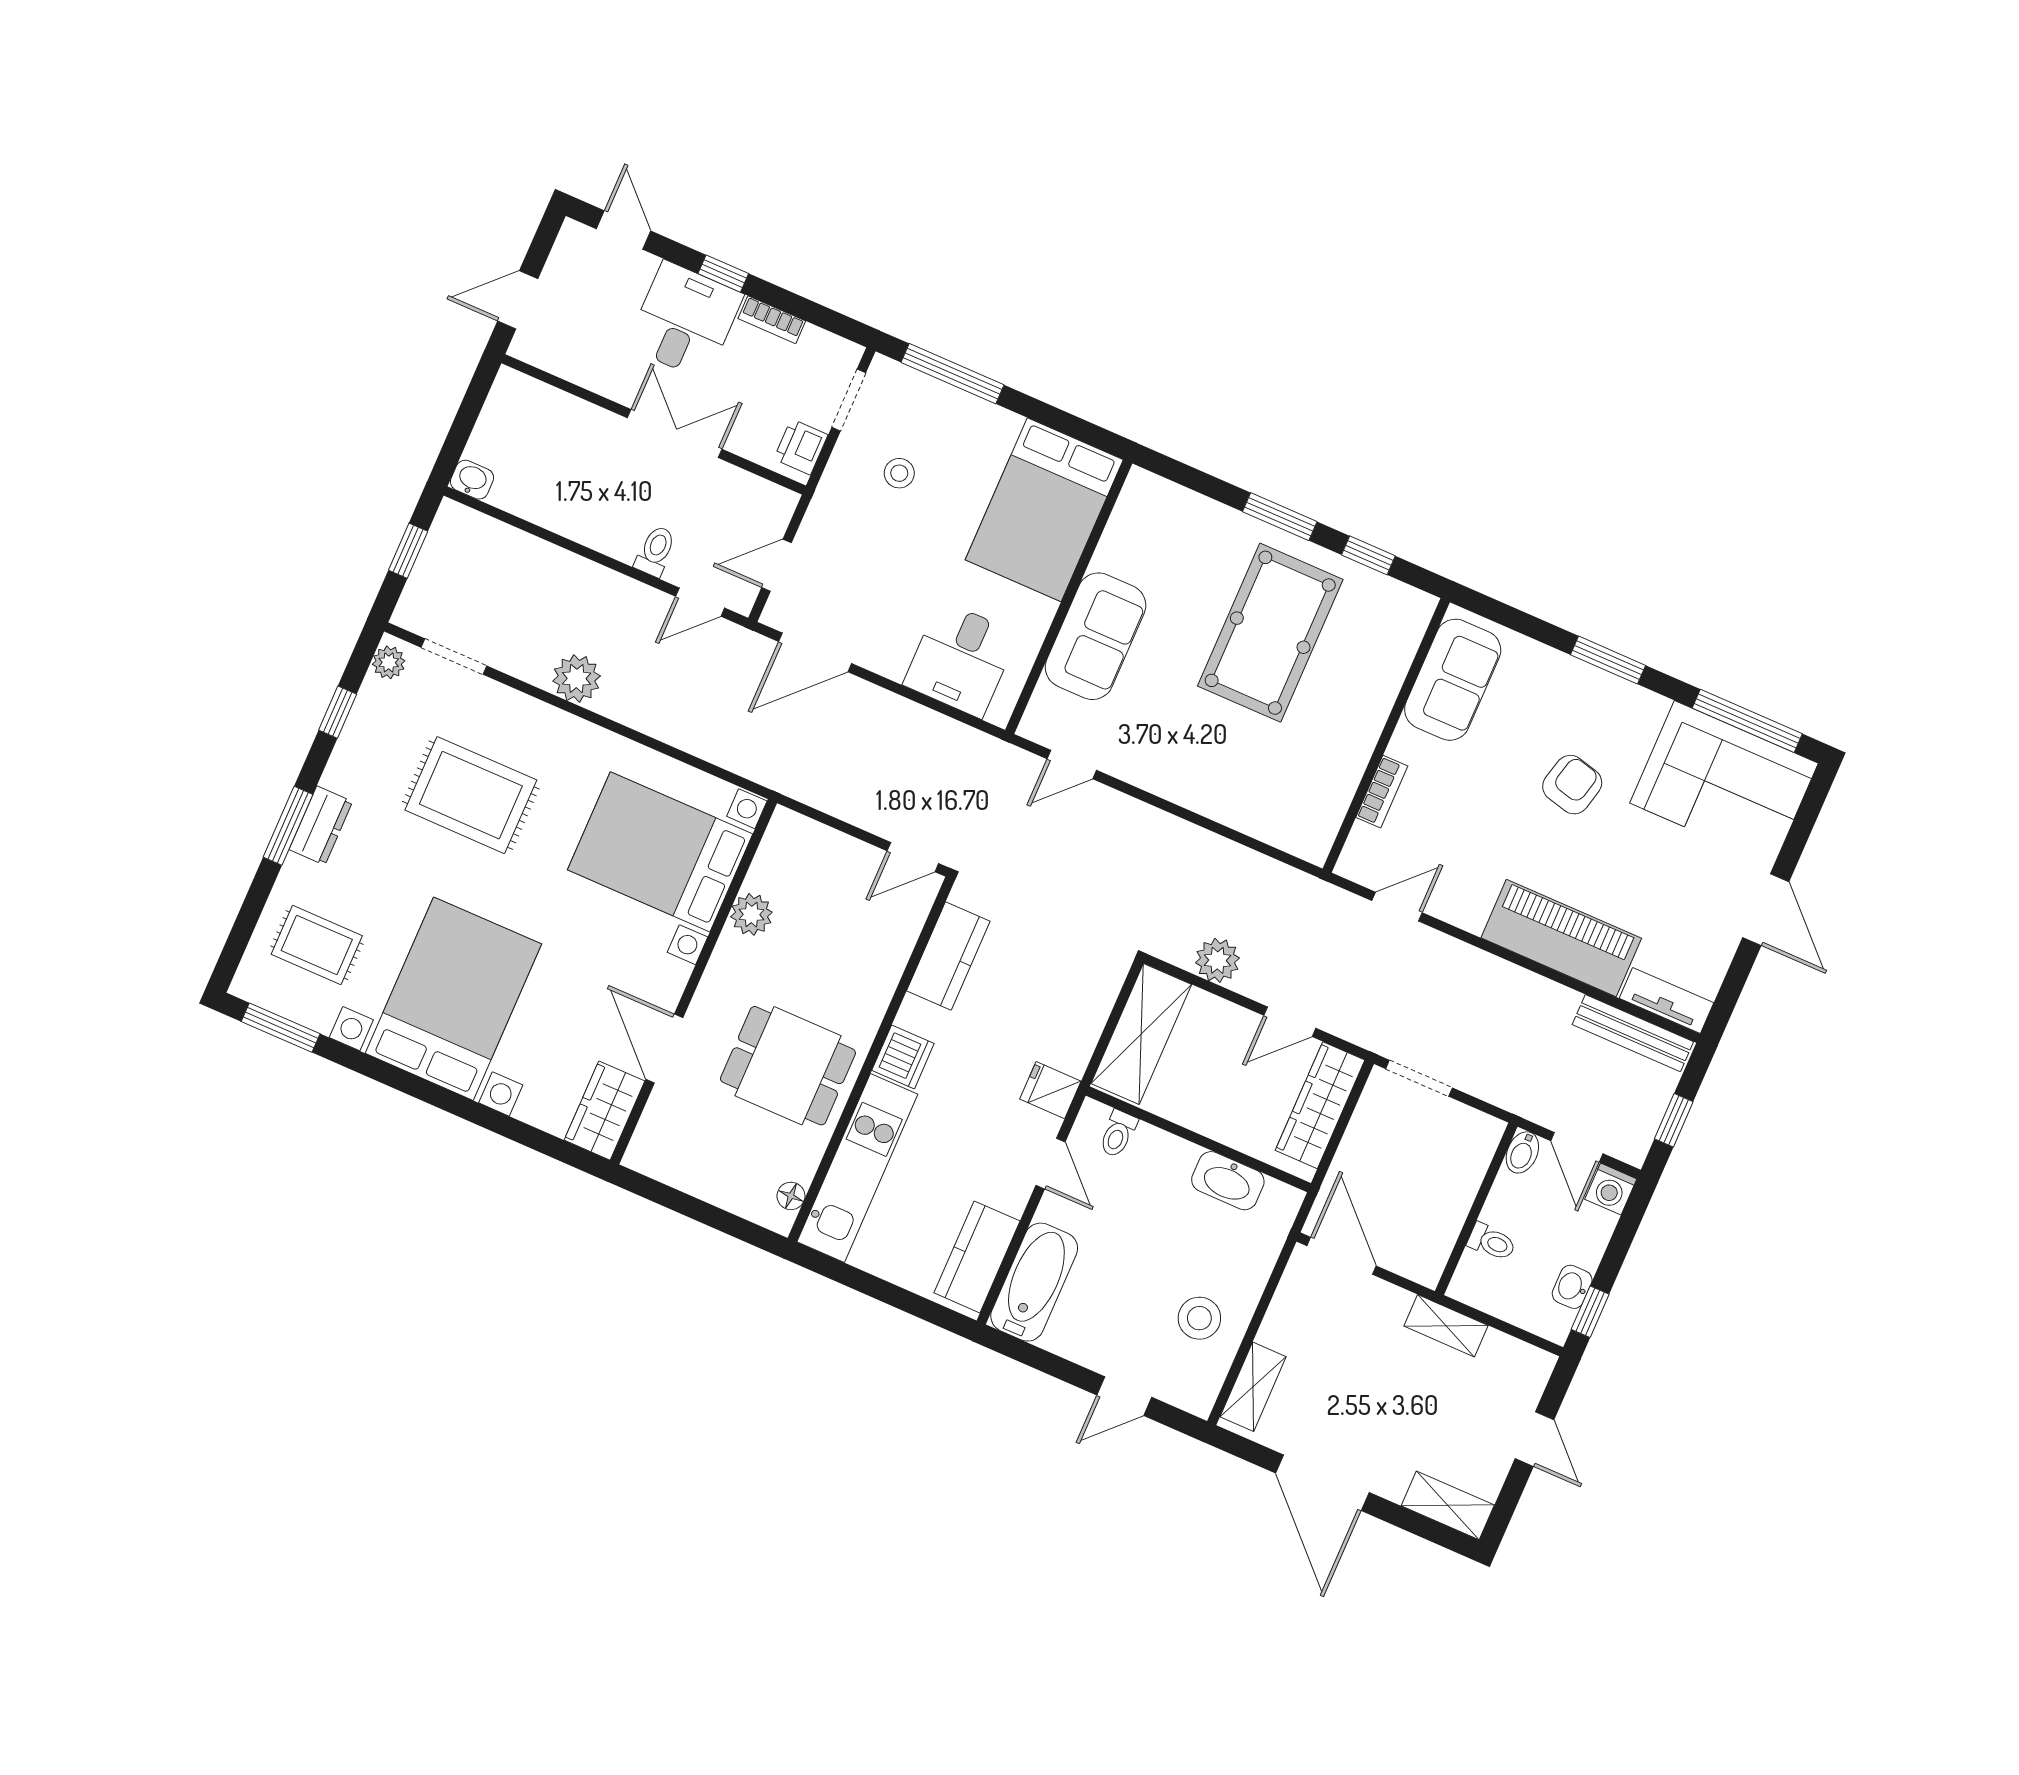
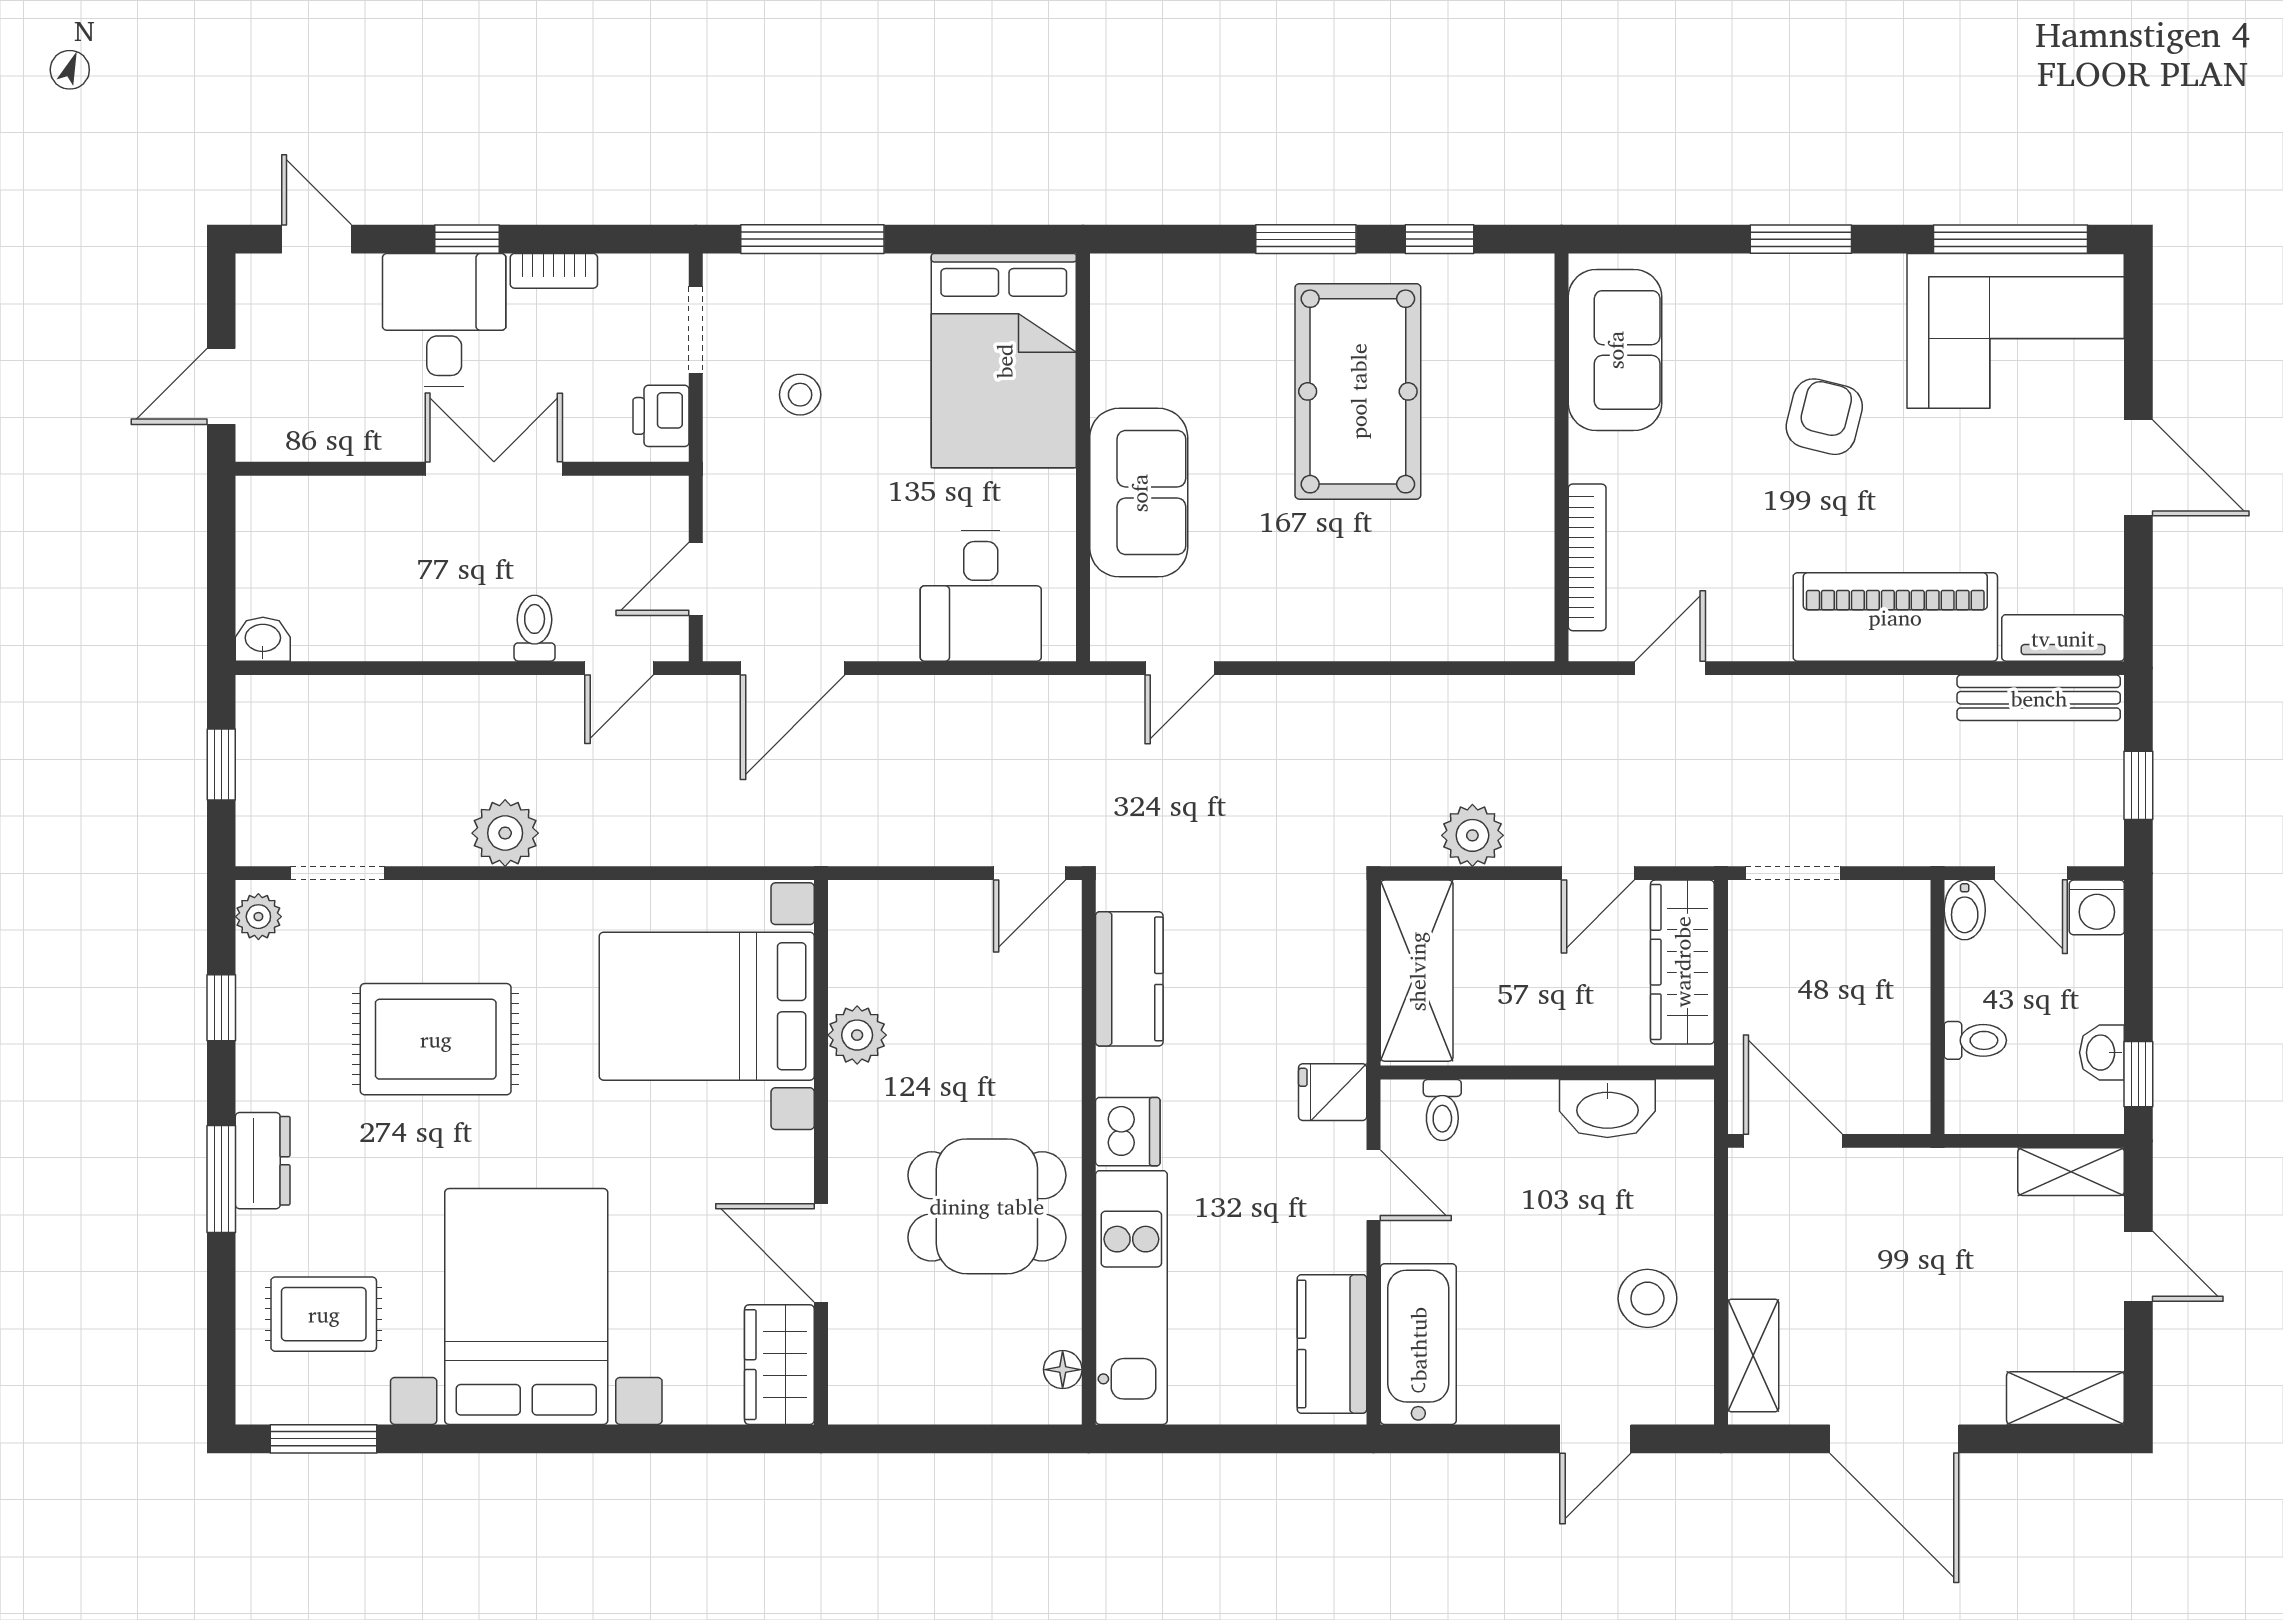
bookcase: (1382, 792) -> (1587, 557), width x1.56
shelving: (1446, 1326) -> (2071, 1172), moved

